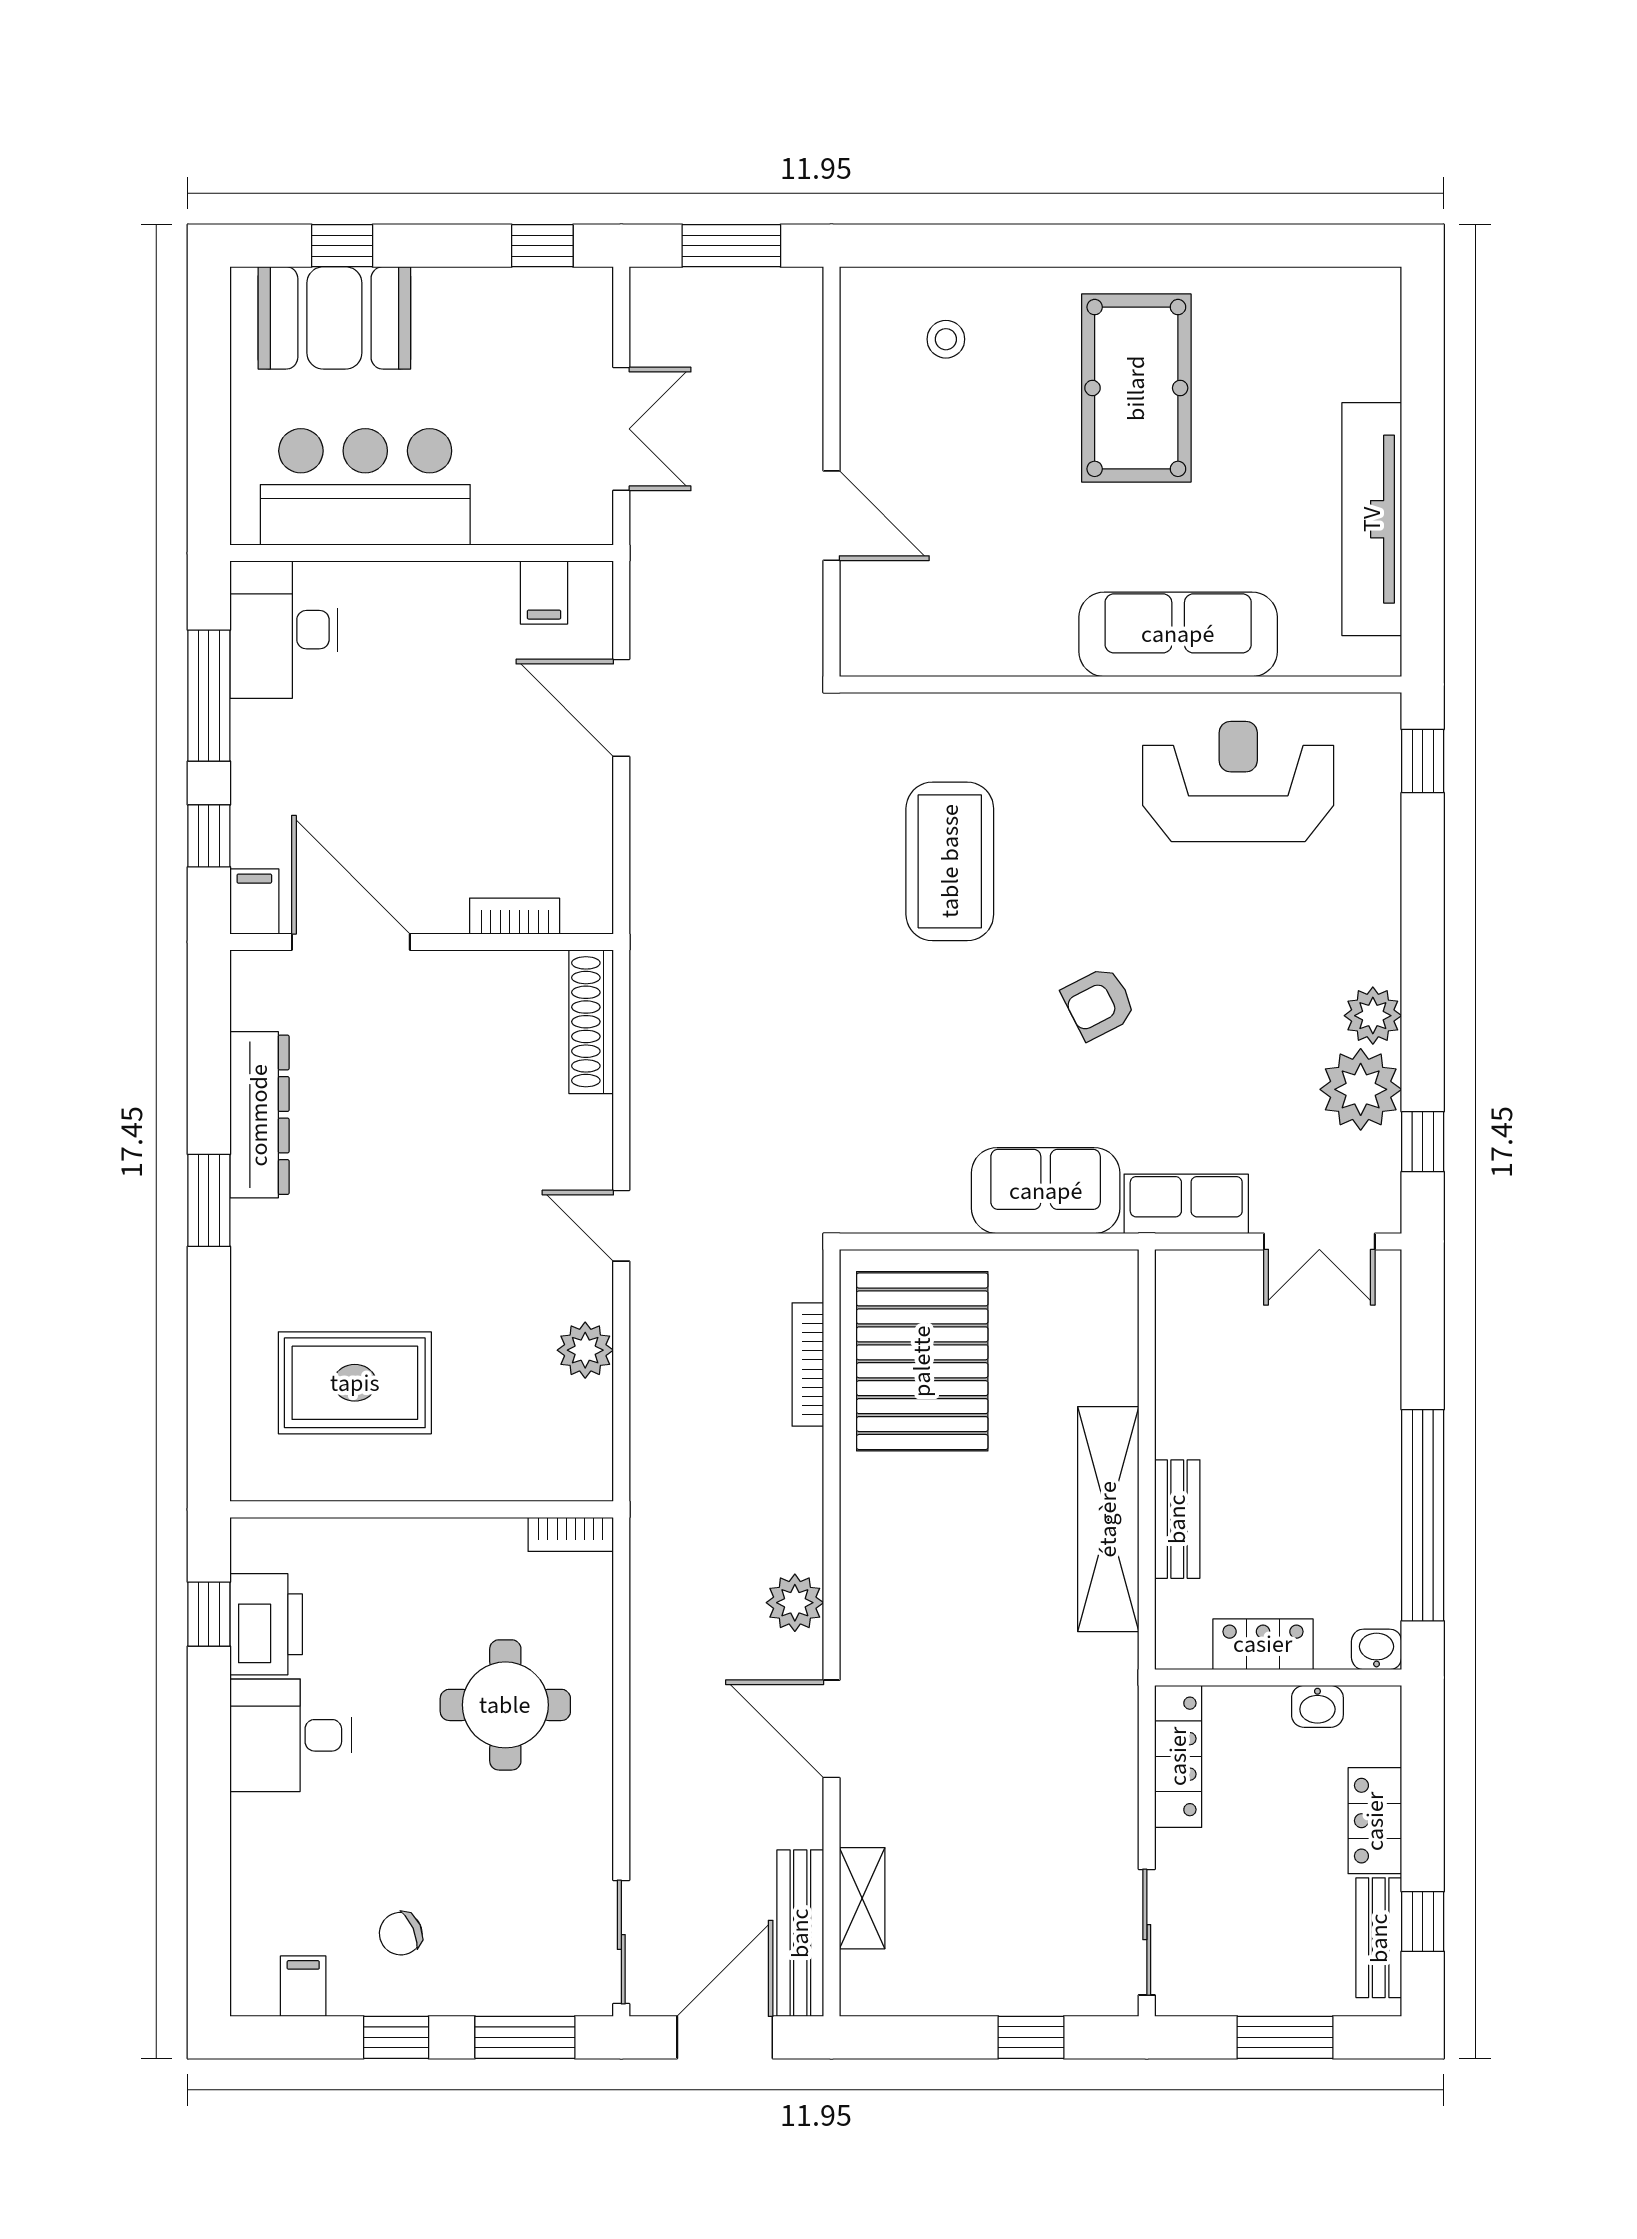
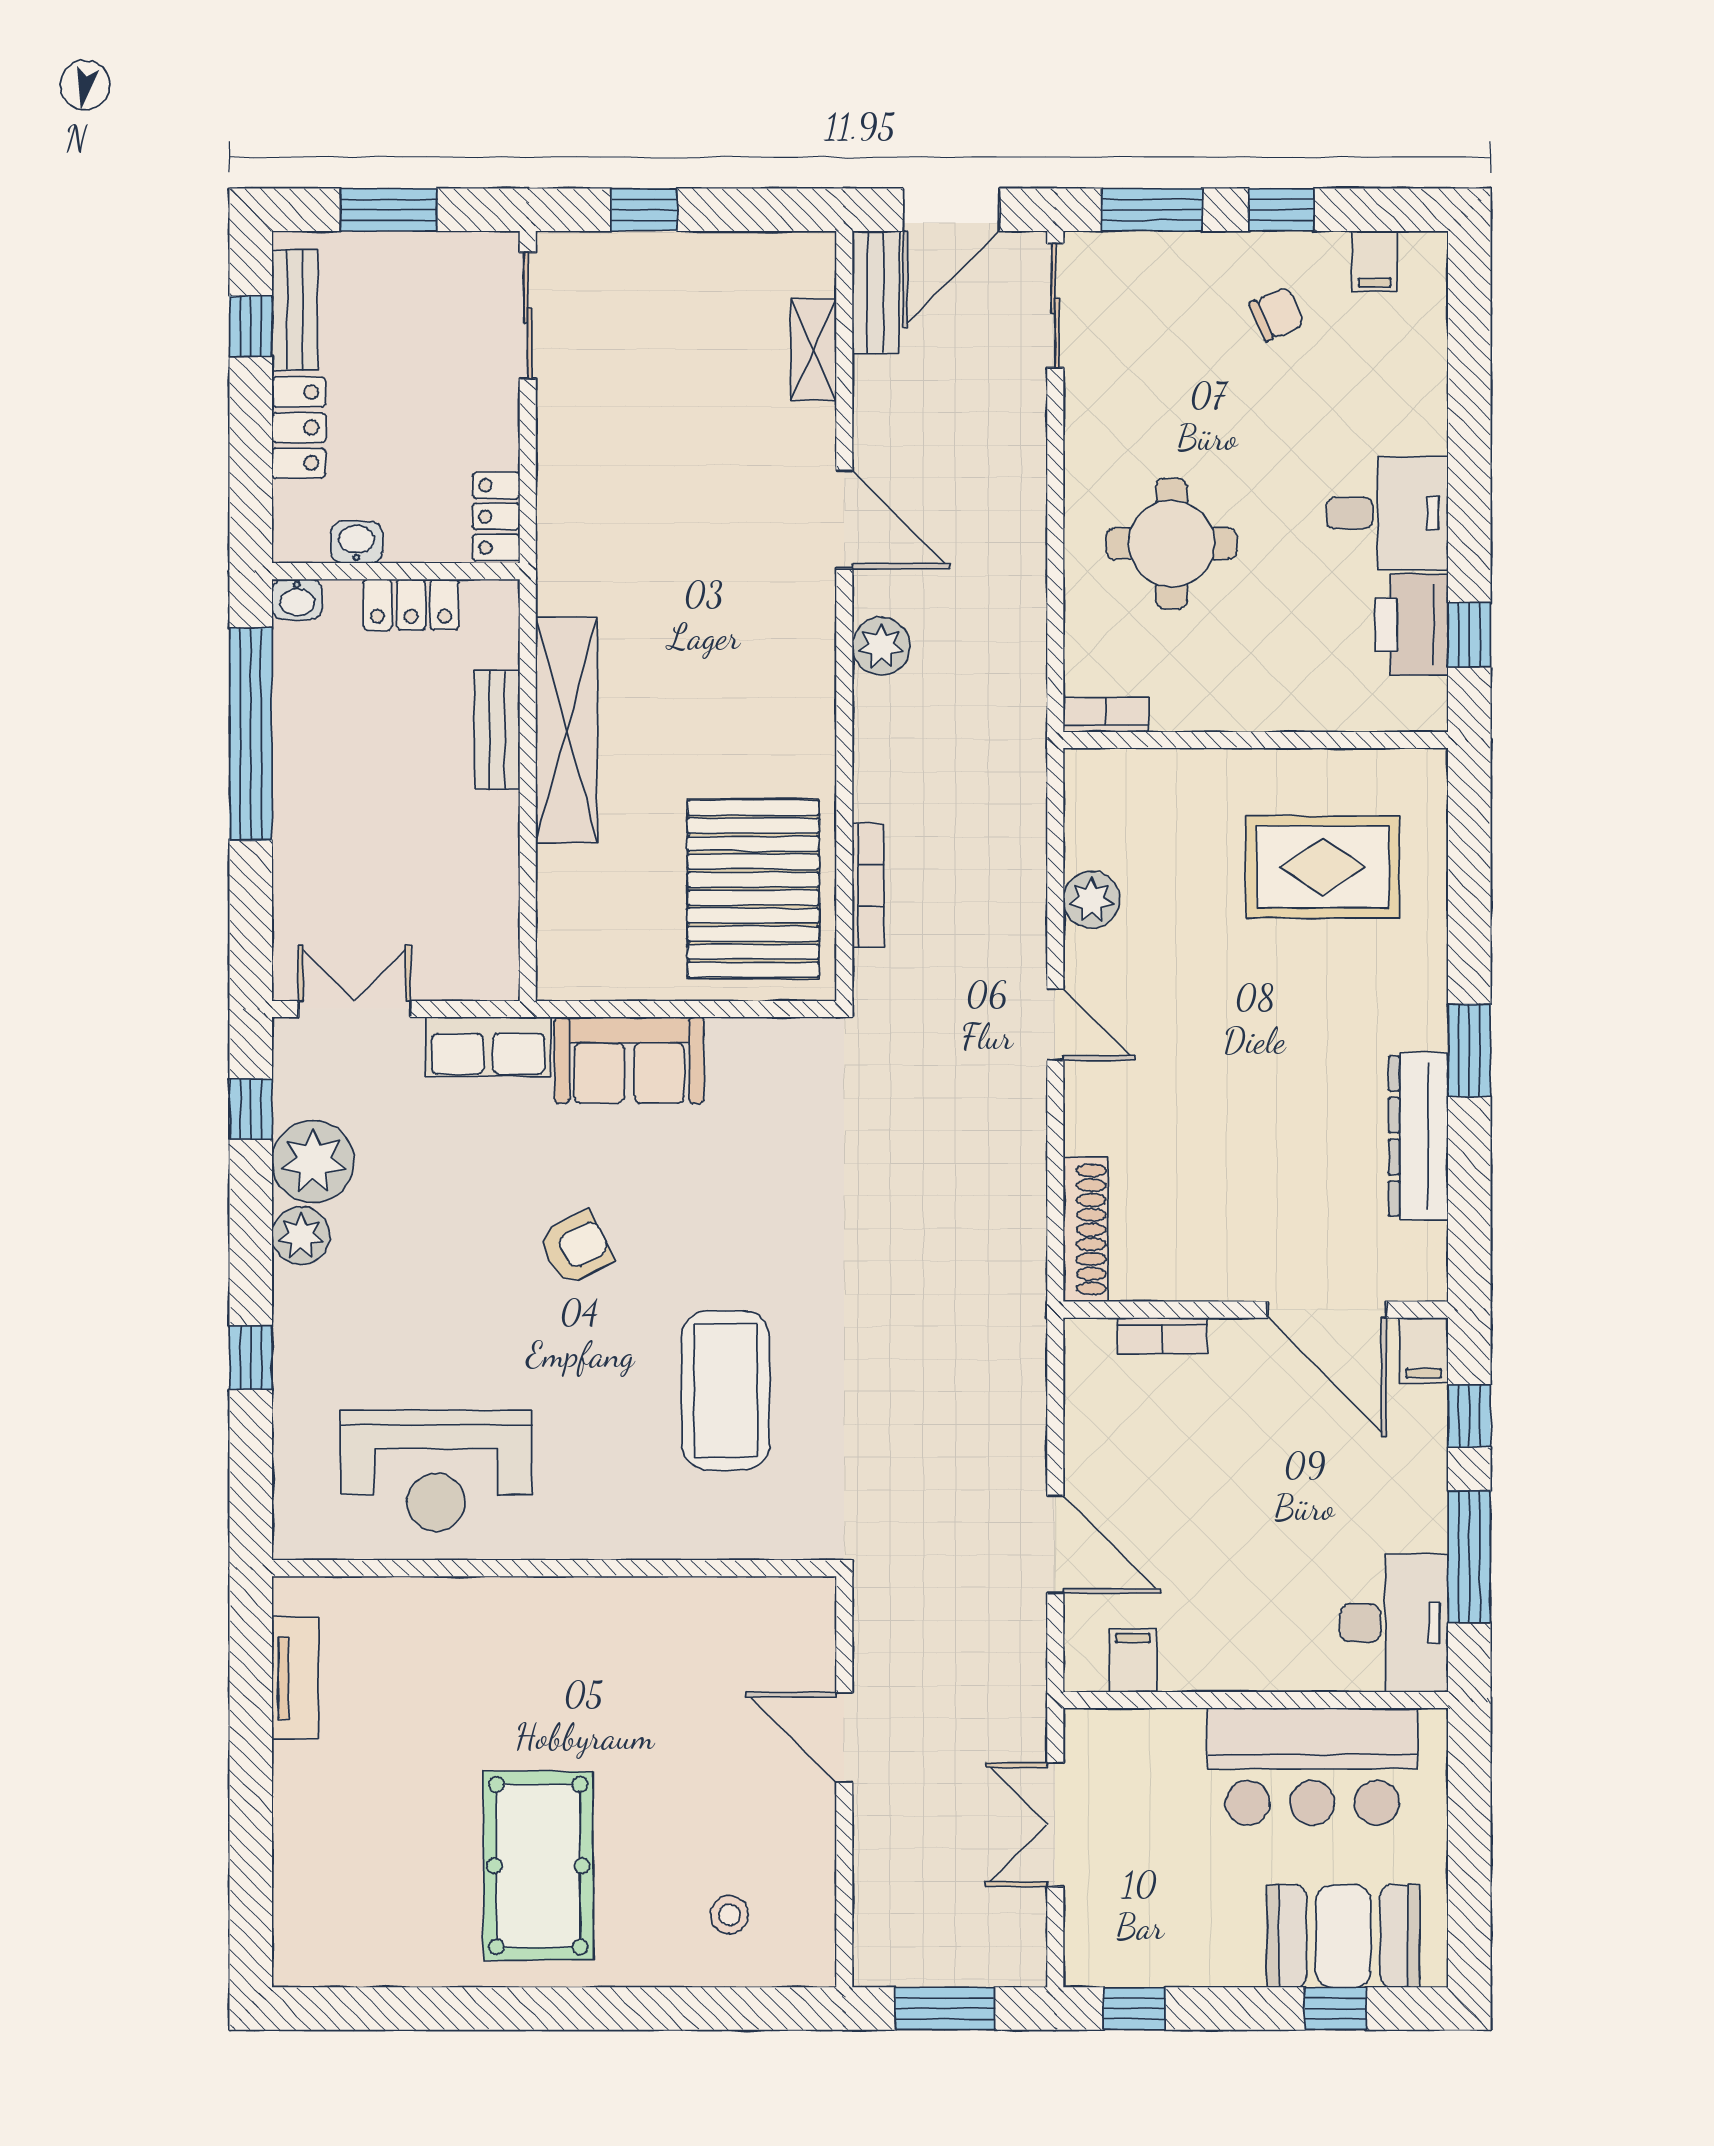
tv unit: (1372, 519) -> (295, 1678), width x0.52, depth x0.78
sofa: (1178, 634) -> (496, 1618), removed
window: (1423, 761) -> (251, 1358), moved
locker: (1178, 1756) -> (496, 517), width x0.66
bench: (800, 1933) -> (876, 292), width x0.73

